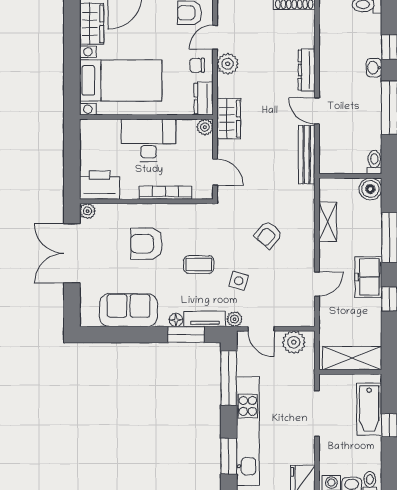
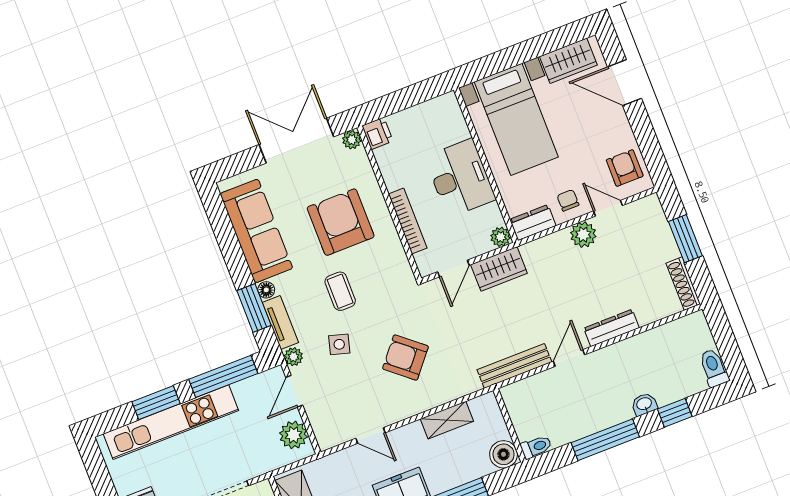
wardrobe: (229, 119) -> (499, 269), moved
printer: (100, 185) -> (377, 133), width x0.53, depth x0.68
armchair: (268, 235) -> (405, 358), width x1.38, depth x1.38
armchair: (147, 244) -> (341, 222), width x1.36, depth x1.36
sofa: (128, 310) -> (256, 231), width x1.36
window: (229, 456) -> (156, 403), moved

